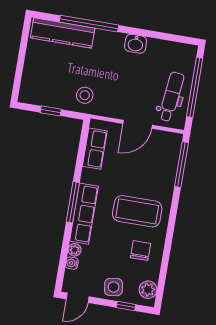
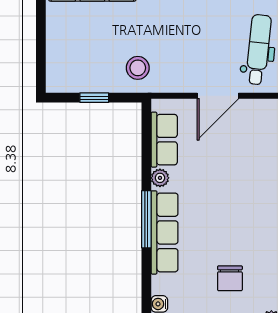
coffee table: (137, 211) -> (238, 217), removed
plant: (75, 250) -> (160, 178), moved
chair: (140, 251) -> (230, 278), moved, turned 180

